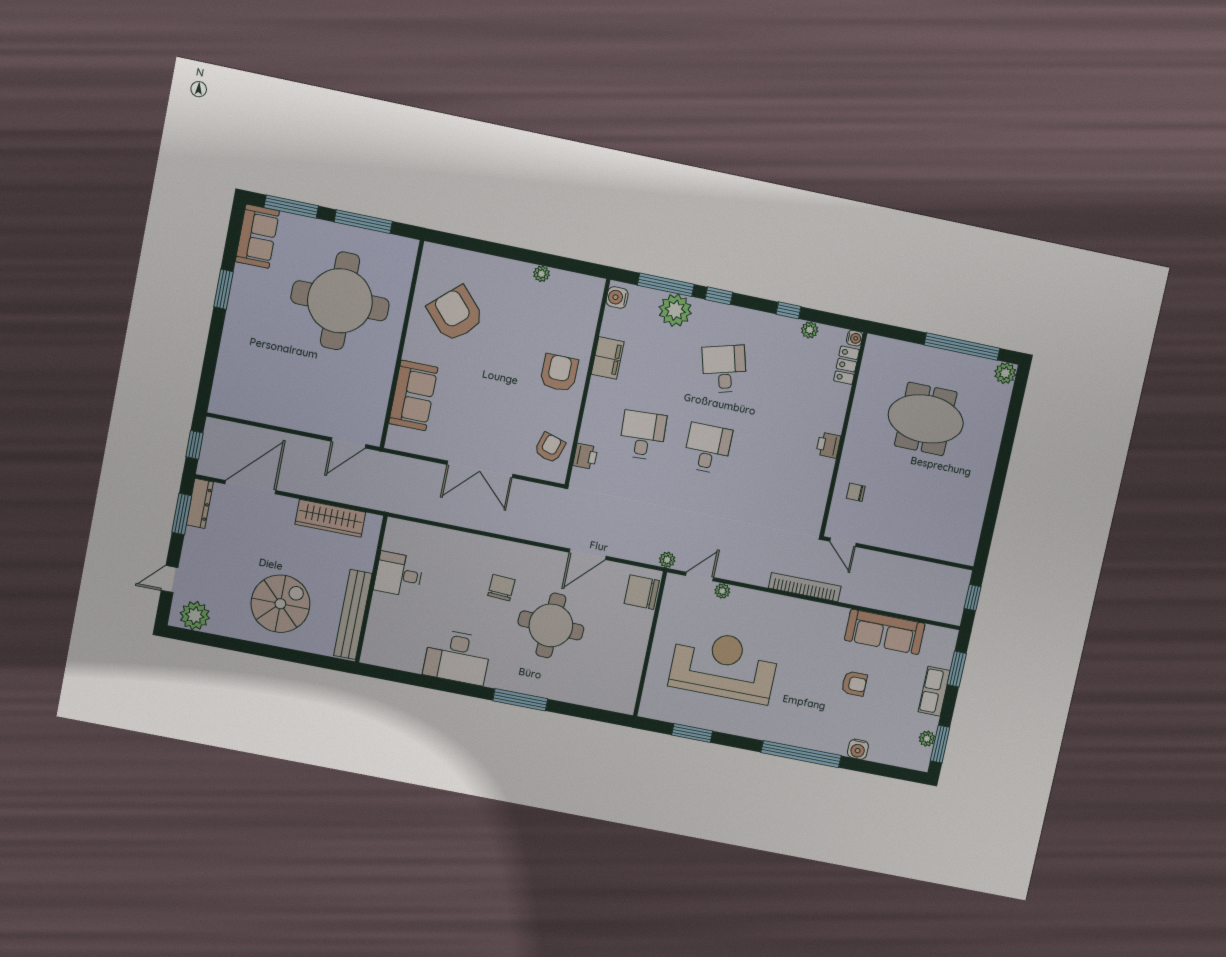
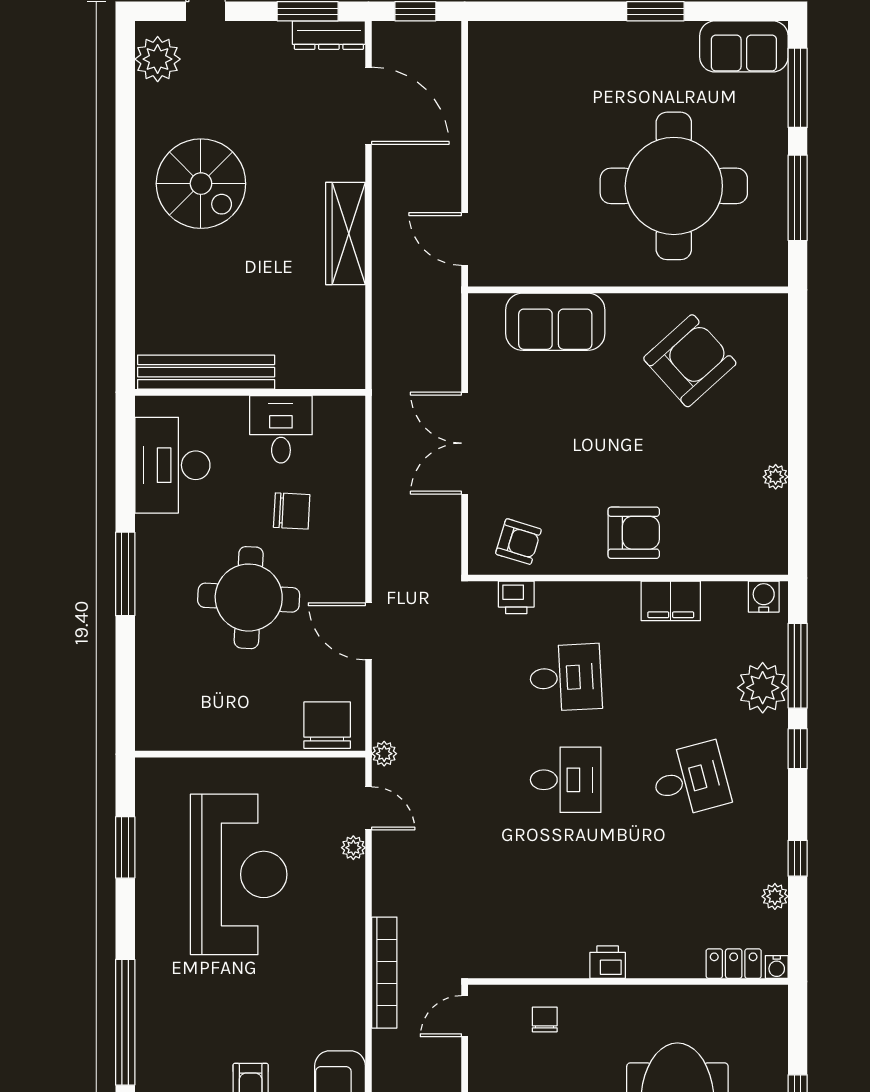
desk: (399, 574) -> (281, 429), moved
wall: (371, 589) -> (250, 392), moved
bench: (353, 615) -> (206, 372), moved

